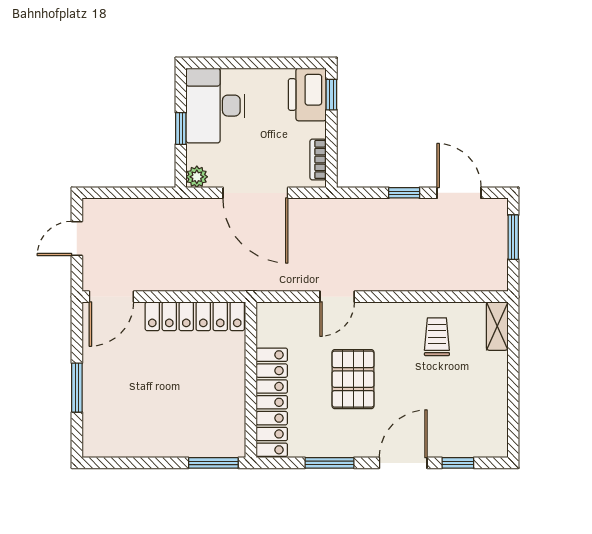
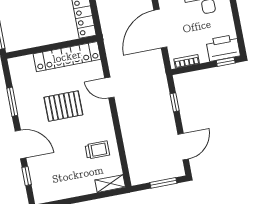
window: (404, 193) -> (175, 102), moved
locker: (272, 402) -> (67, 57), moved

